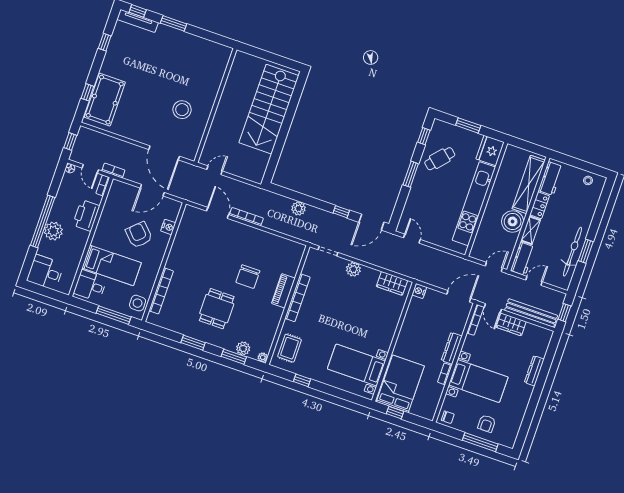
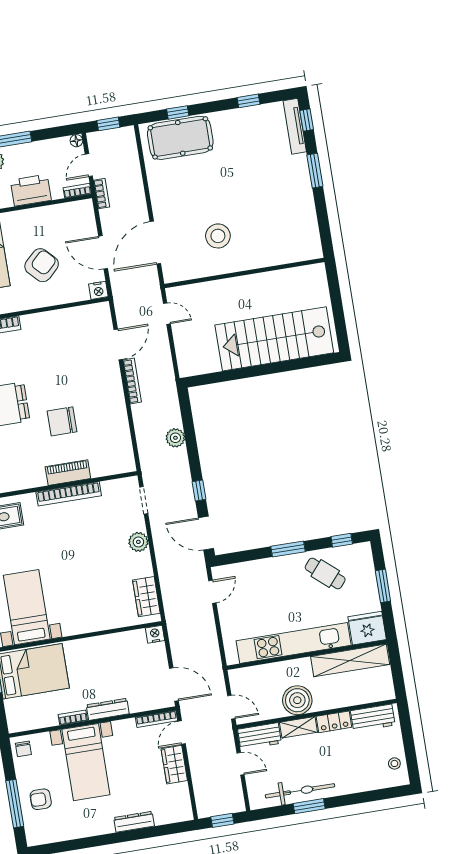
shelving: (529, 184) -> (350, 660), moved
nightstand: (168, 227) -> (98, 290), moved
bench: (531, 313) -> (201, 781), removed

